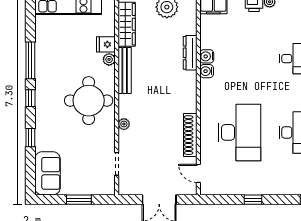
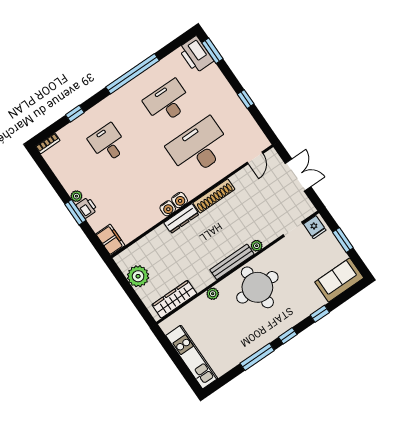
fridge: (106, 44) -> (315, 227), moved
dresser: (190, 53) -> (181, 219), moved
water cooler: (207, 56) -> (180, 200), moved
bench: (125, 71) -> (232, 262), moved
shoe rack: (190, 135) -> (214, 196), moved

